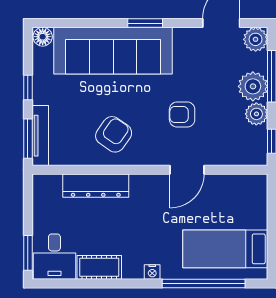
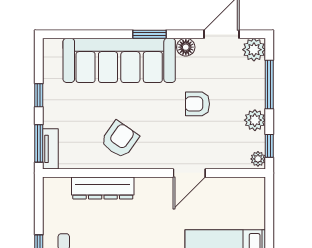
floor lamp: (43, 37) -> (186, 47), moved
plant: (253, 86) -> (258, 159), moved, width x0.53, depth x0.53
armchair: (182, 114) -> (197, 104), moved
tv unit: (40, 136) -> (50, 149), width x0.71

